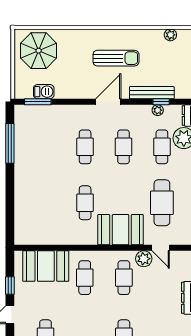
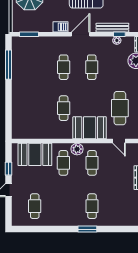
barbecue: (44, 92) -> (60, 27), moved
cafe table: (162, 147) -> (120, 67), removed
plant: (144, 259) -> (77, 149), moved

